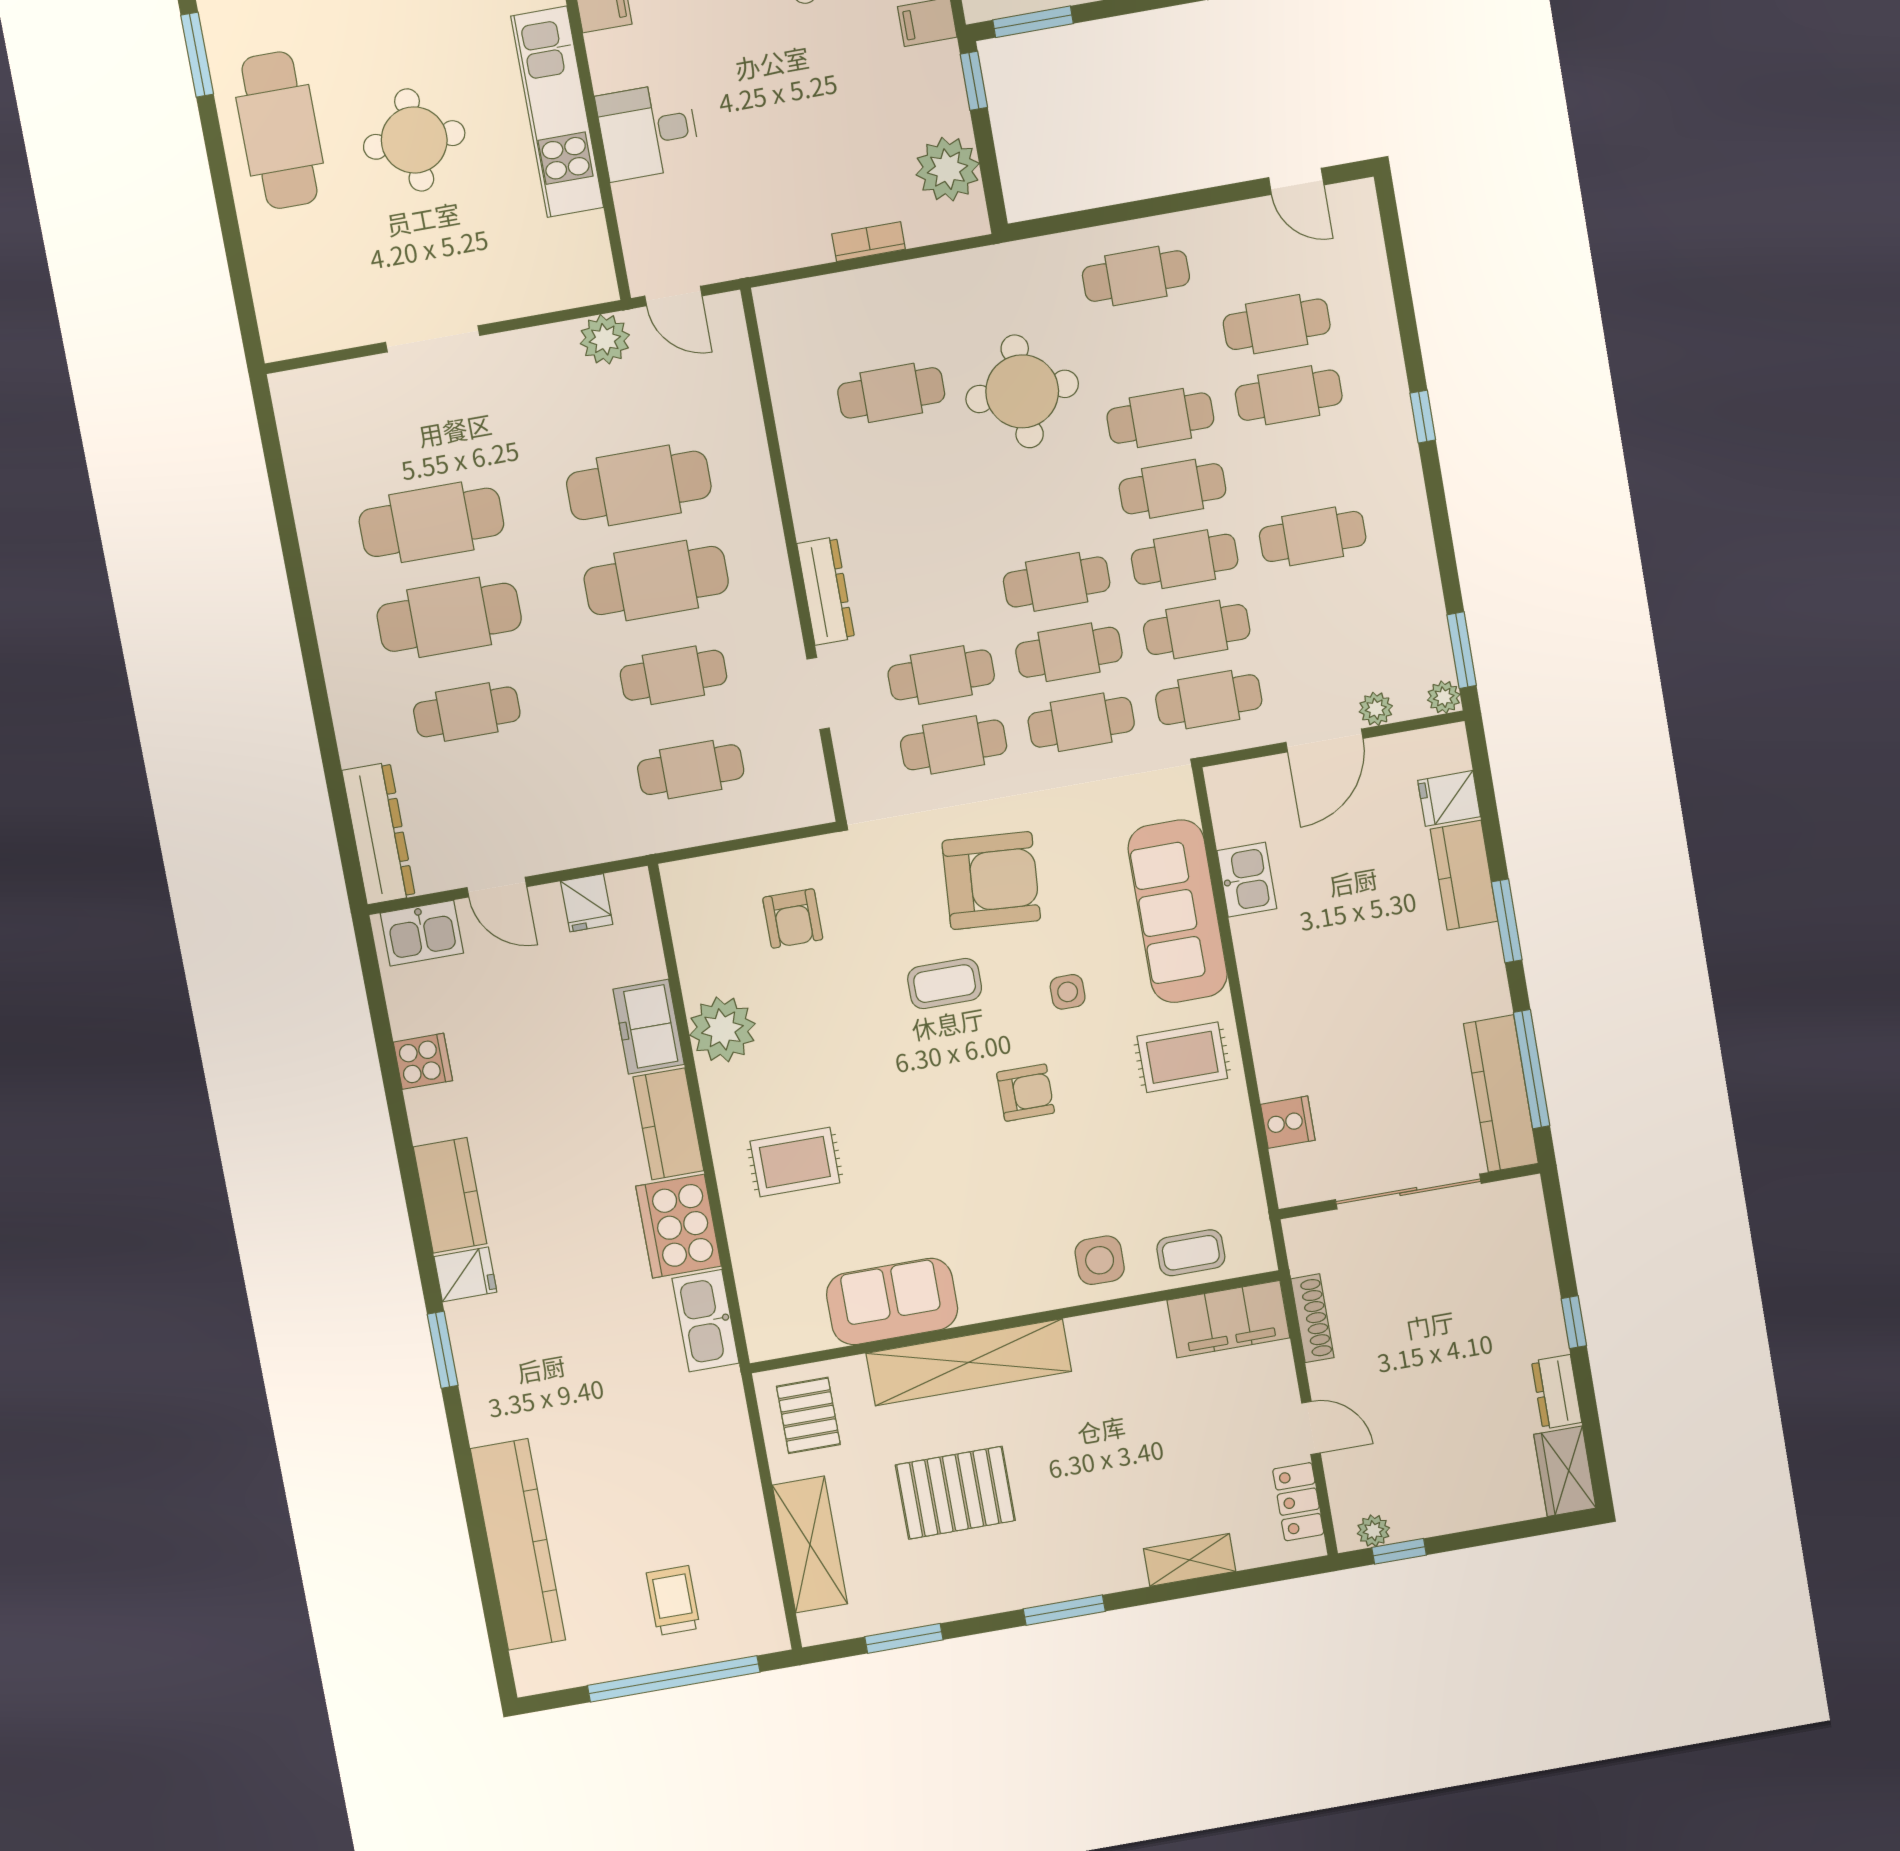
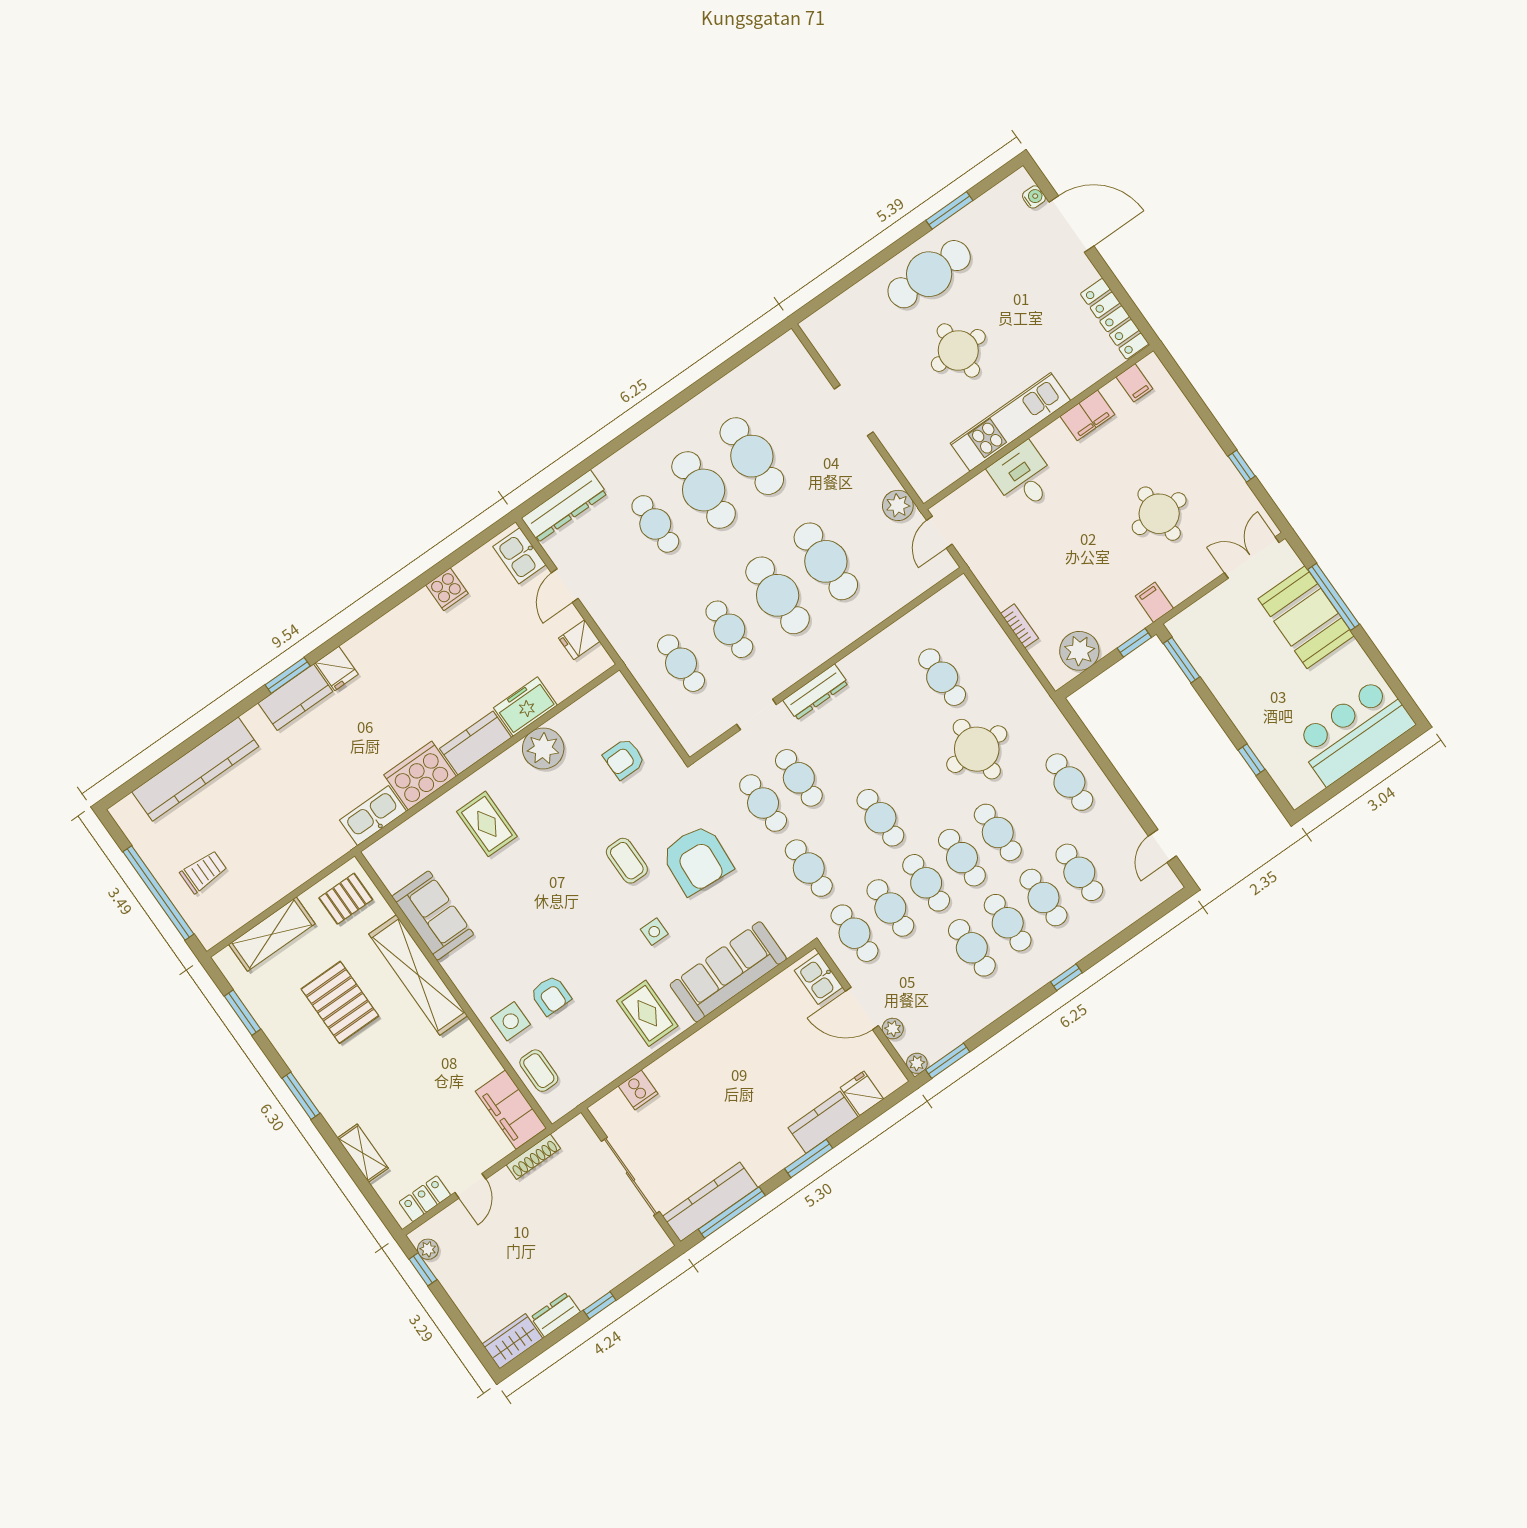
cafe table: (1069, 652) -> (1008, 923), moved
kitchen sink: (1247, 880) -> (819, 979), moved, turned 90
armchair: (1026, 1093) -> (551, 995), moved
kitchen counter: (450, 1195) -> (295, 697), moved

